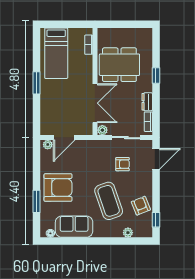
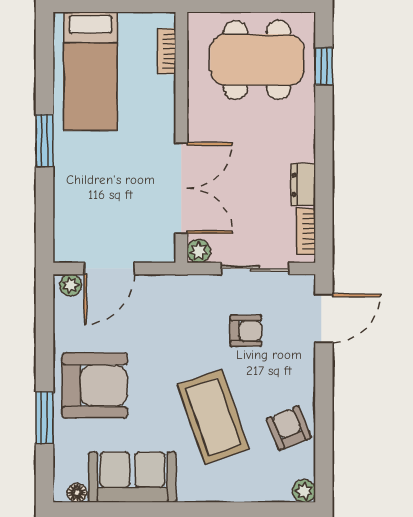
dining table: (119, 65) -> (257, 60), moved
window: (156, 76) -> (324, 66), moved
window: (156, 220) -> (324, 461), removed
plant: (128, 233) -> (304, 491), moved

